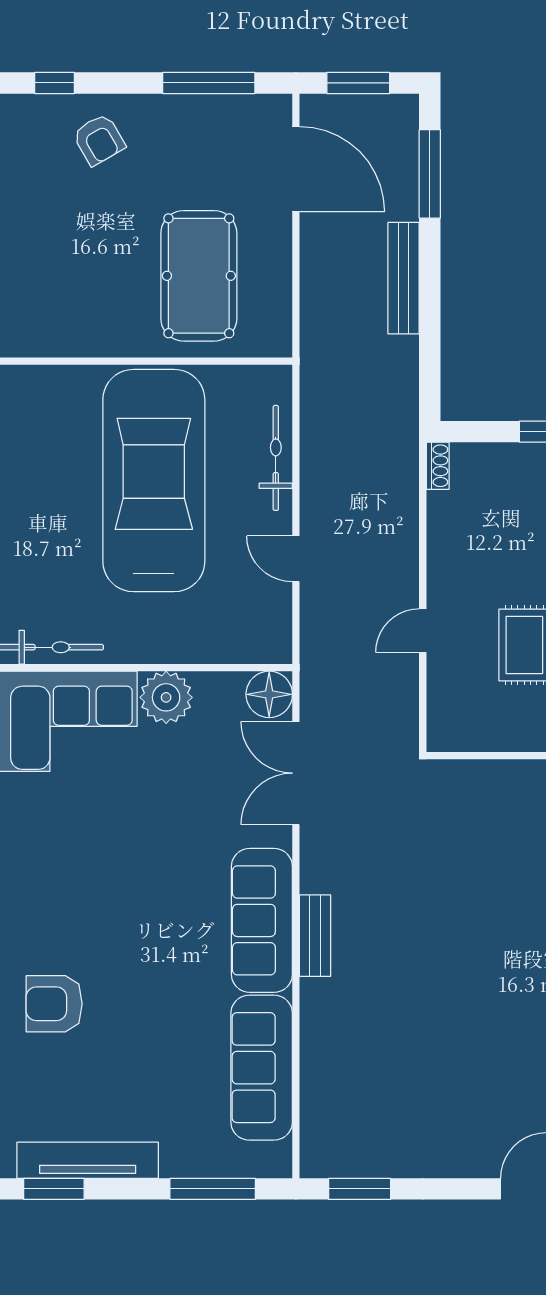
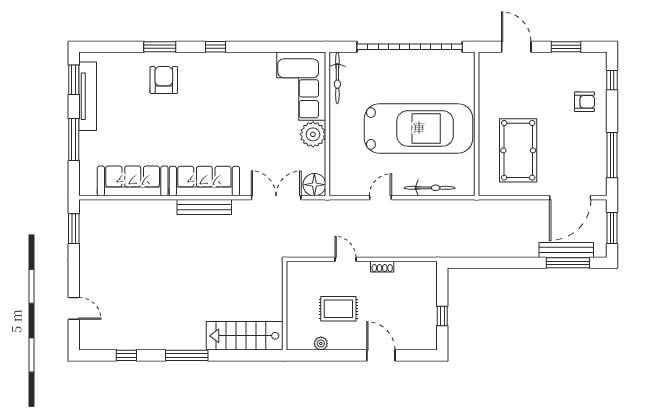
armchair: (99, 140) -> (584, 102), turned -150
pool table: (199, 276) -> (518, 150), turned 90
bench: (404, 278) -> (566, 250), moved
shoe rack: (438, 466) -> (382, 267), moved
bench: (315, 936) -> (204, 207), width x1.36
window: (213, 1189) -> (74, 139), moved

